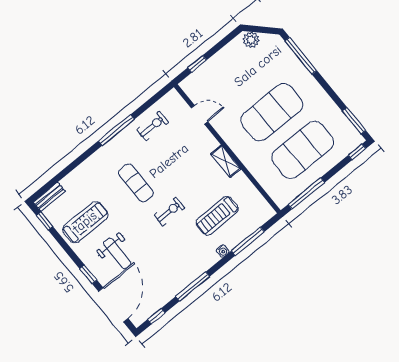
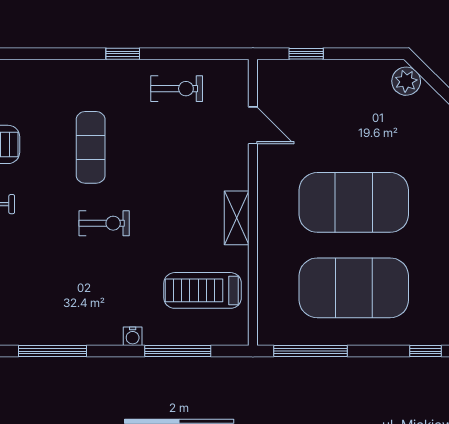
window: (116, 130) -> (123, 54), width x0.46
treadmill: (217, 216) -> (203, 290), moved

